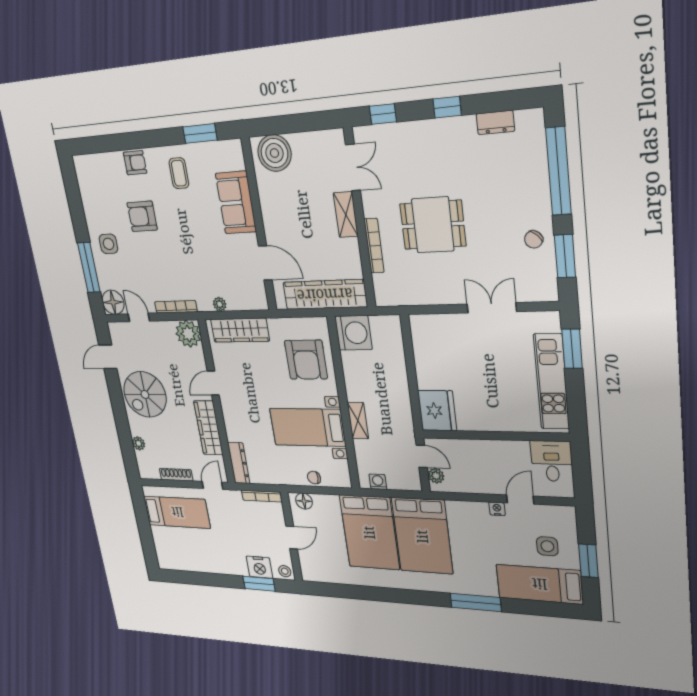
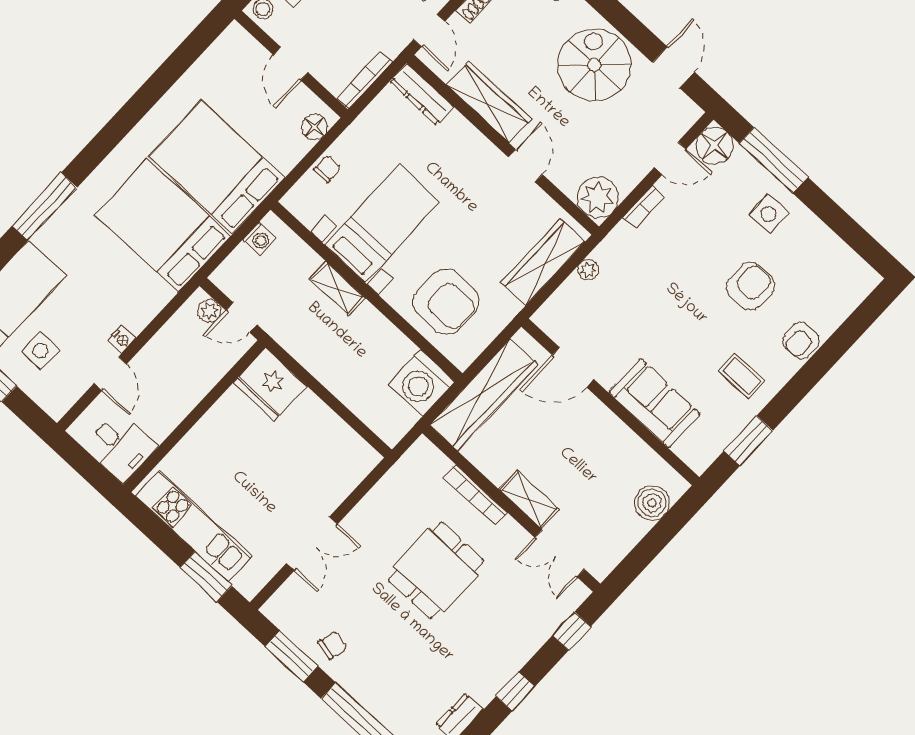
boiler: (274, 153) -> (652, 503), width x0.73, depth x0.73
chair: (534, 239) -> (333, 645), turned 61
bookcase: (176, 307) -> (644, 207), width x0.64
armchair: (306, 360) -> (446, 302), turned 180

